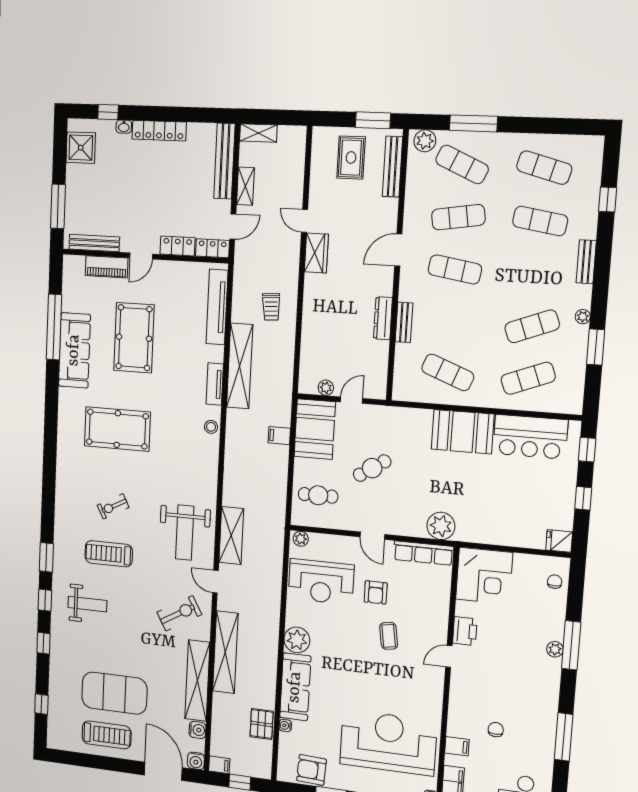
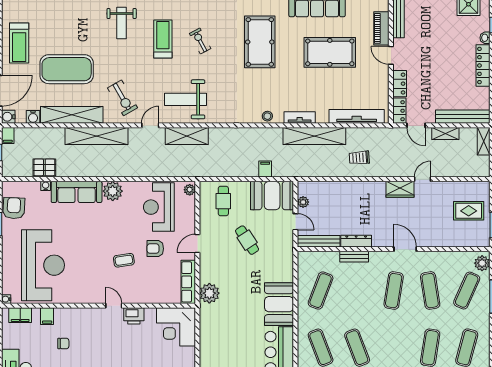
bench: (393, 167) -> (319, 241), moved
exercise mat: (114, 693) -> (67, 69), moved, turned 90

